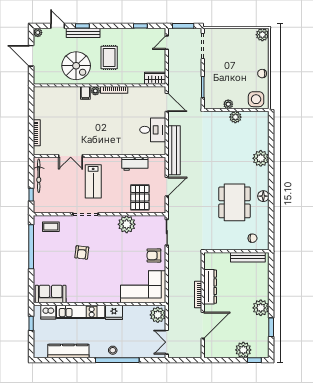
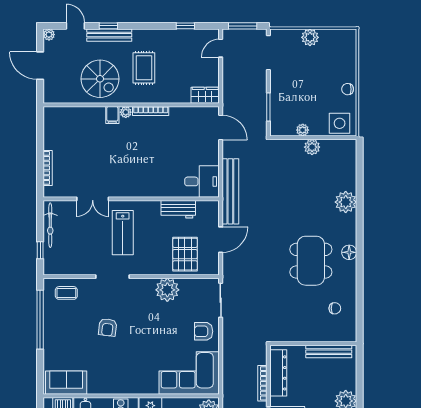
plant: (262, 35) -> (310, 37), moved
desk: (153, 130) -> (202, 181), moved
wall: (236, 251) -> (313, 344), moved
bench: (248, 257) -> (329, 352), moved

